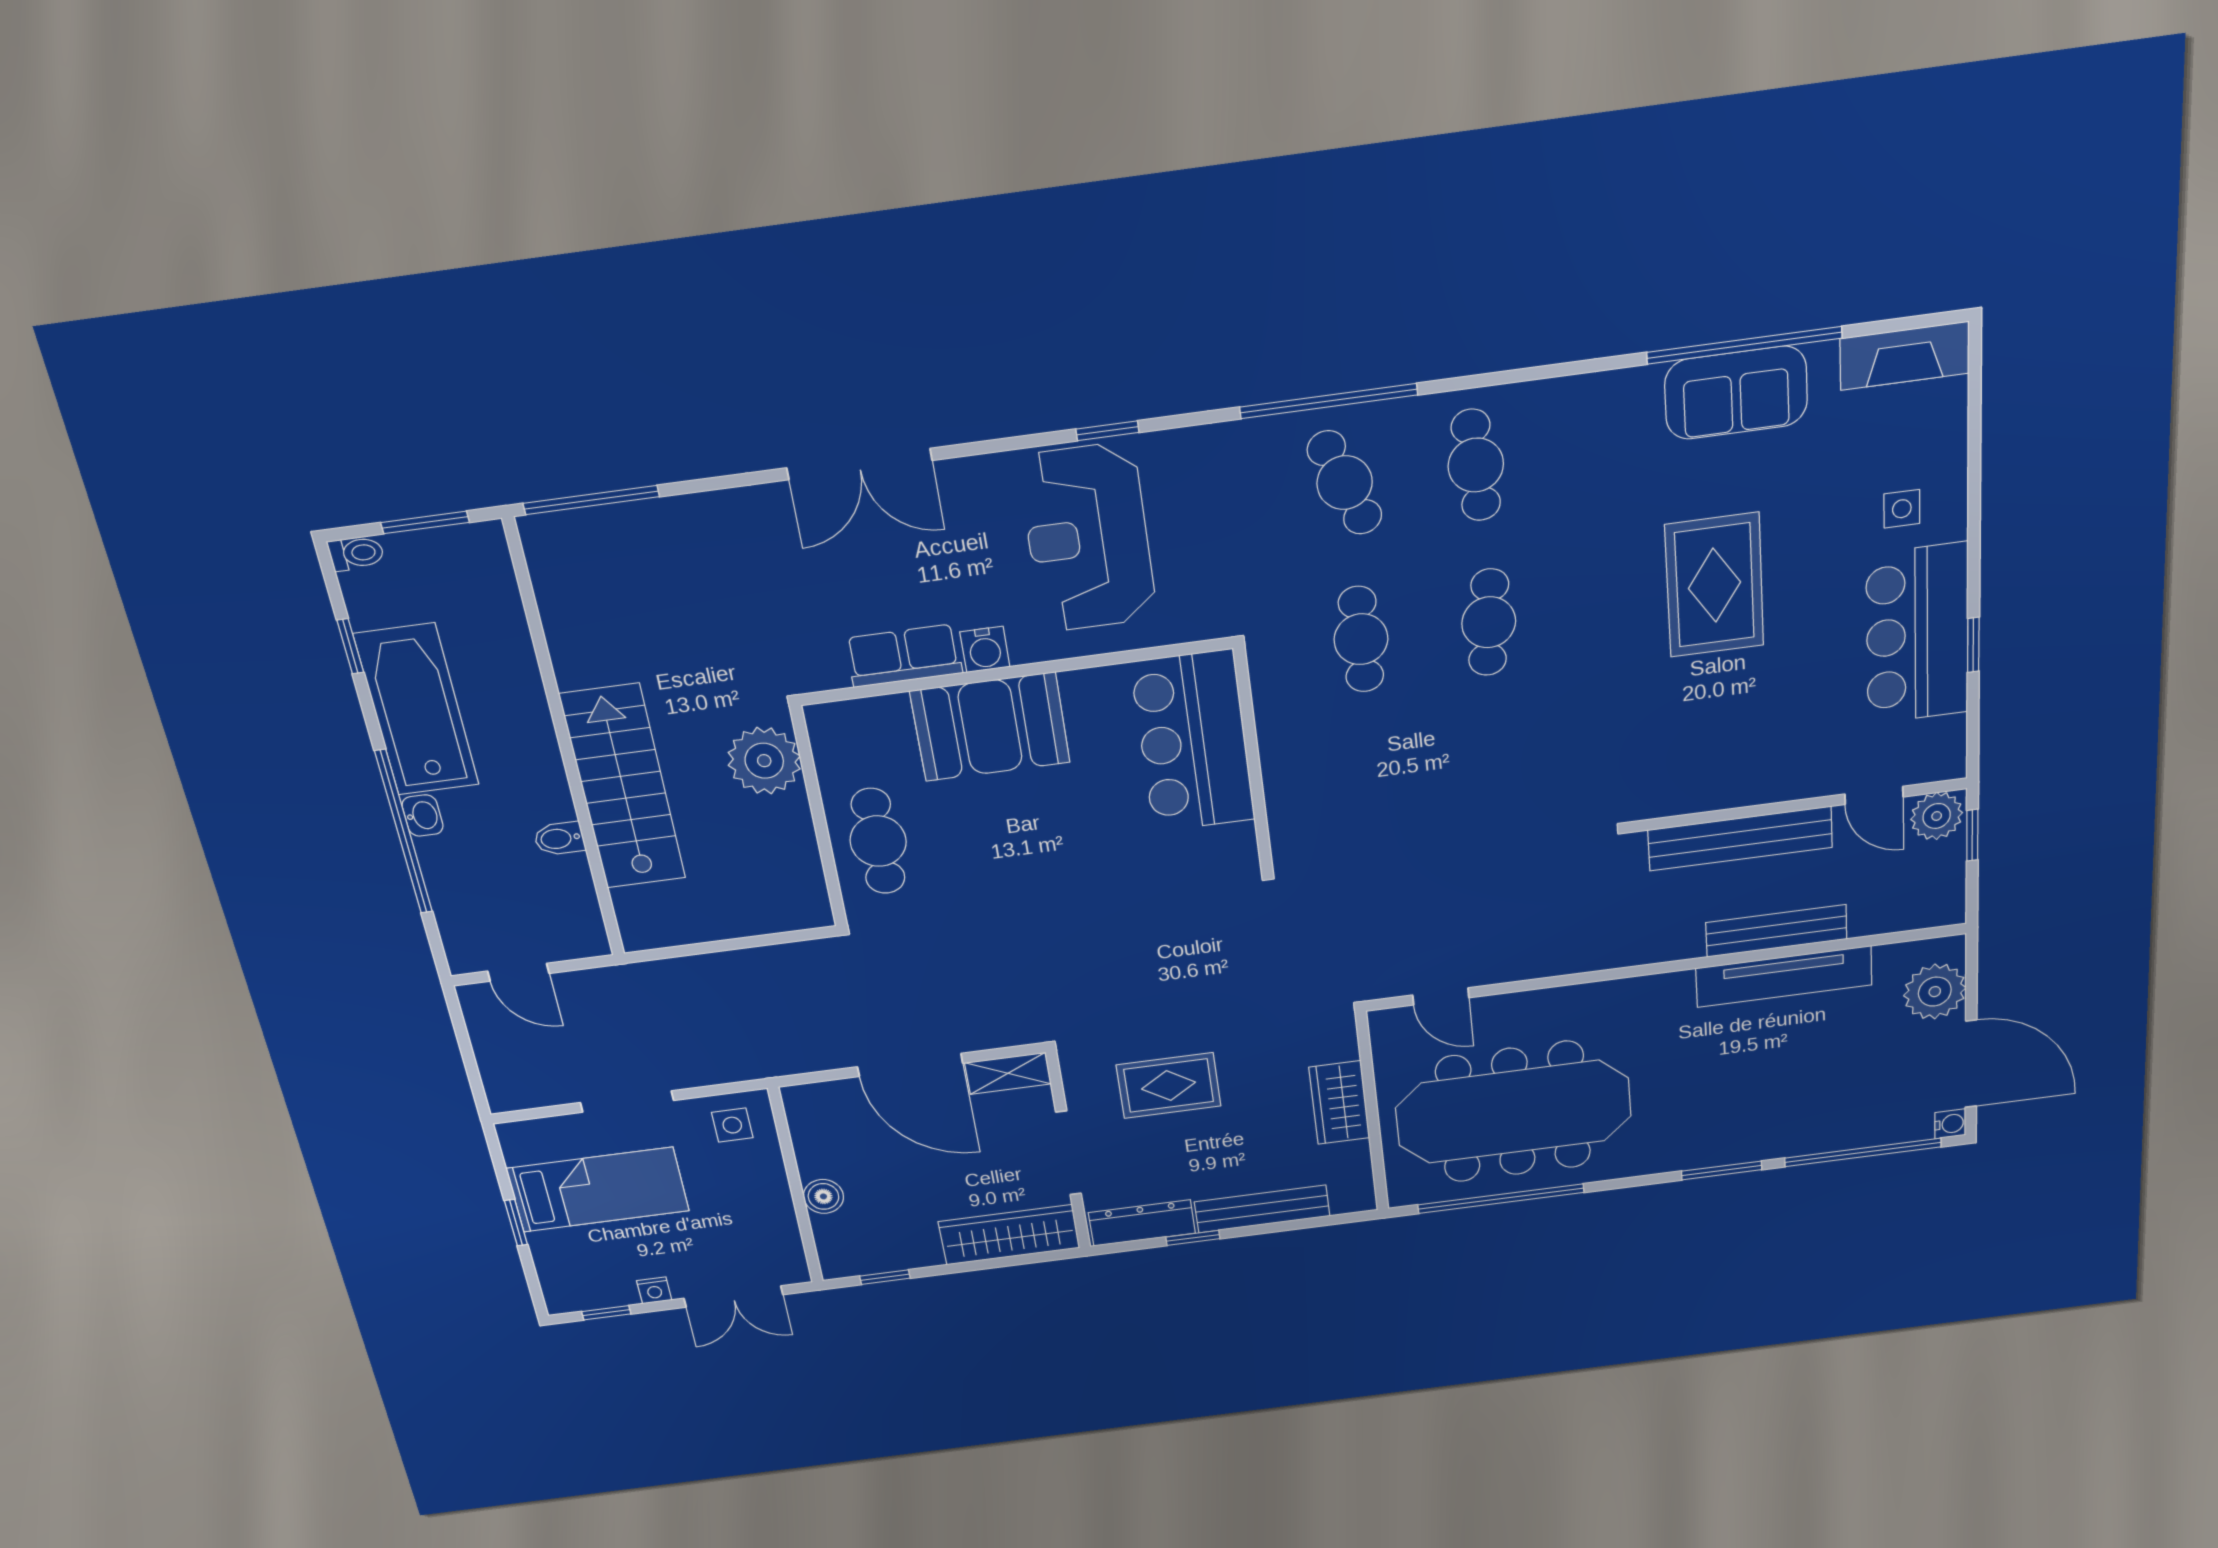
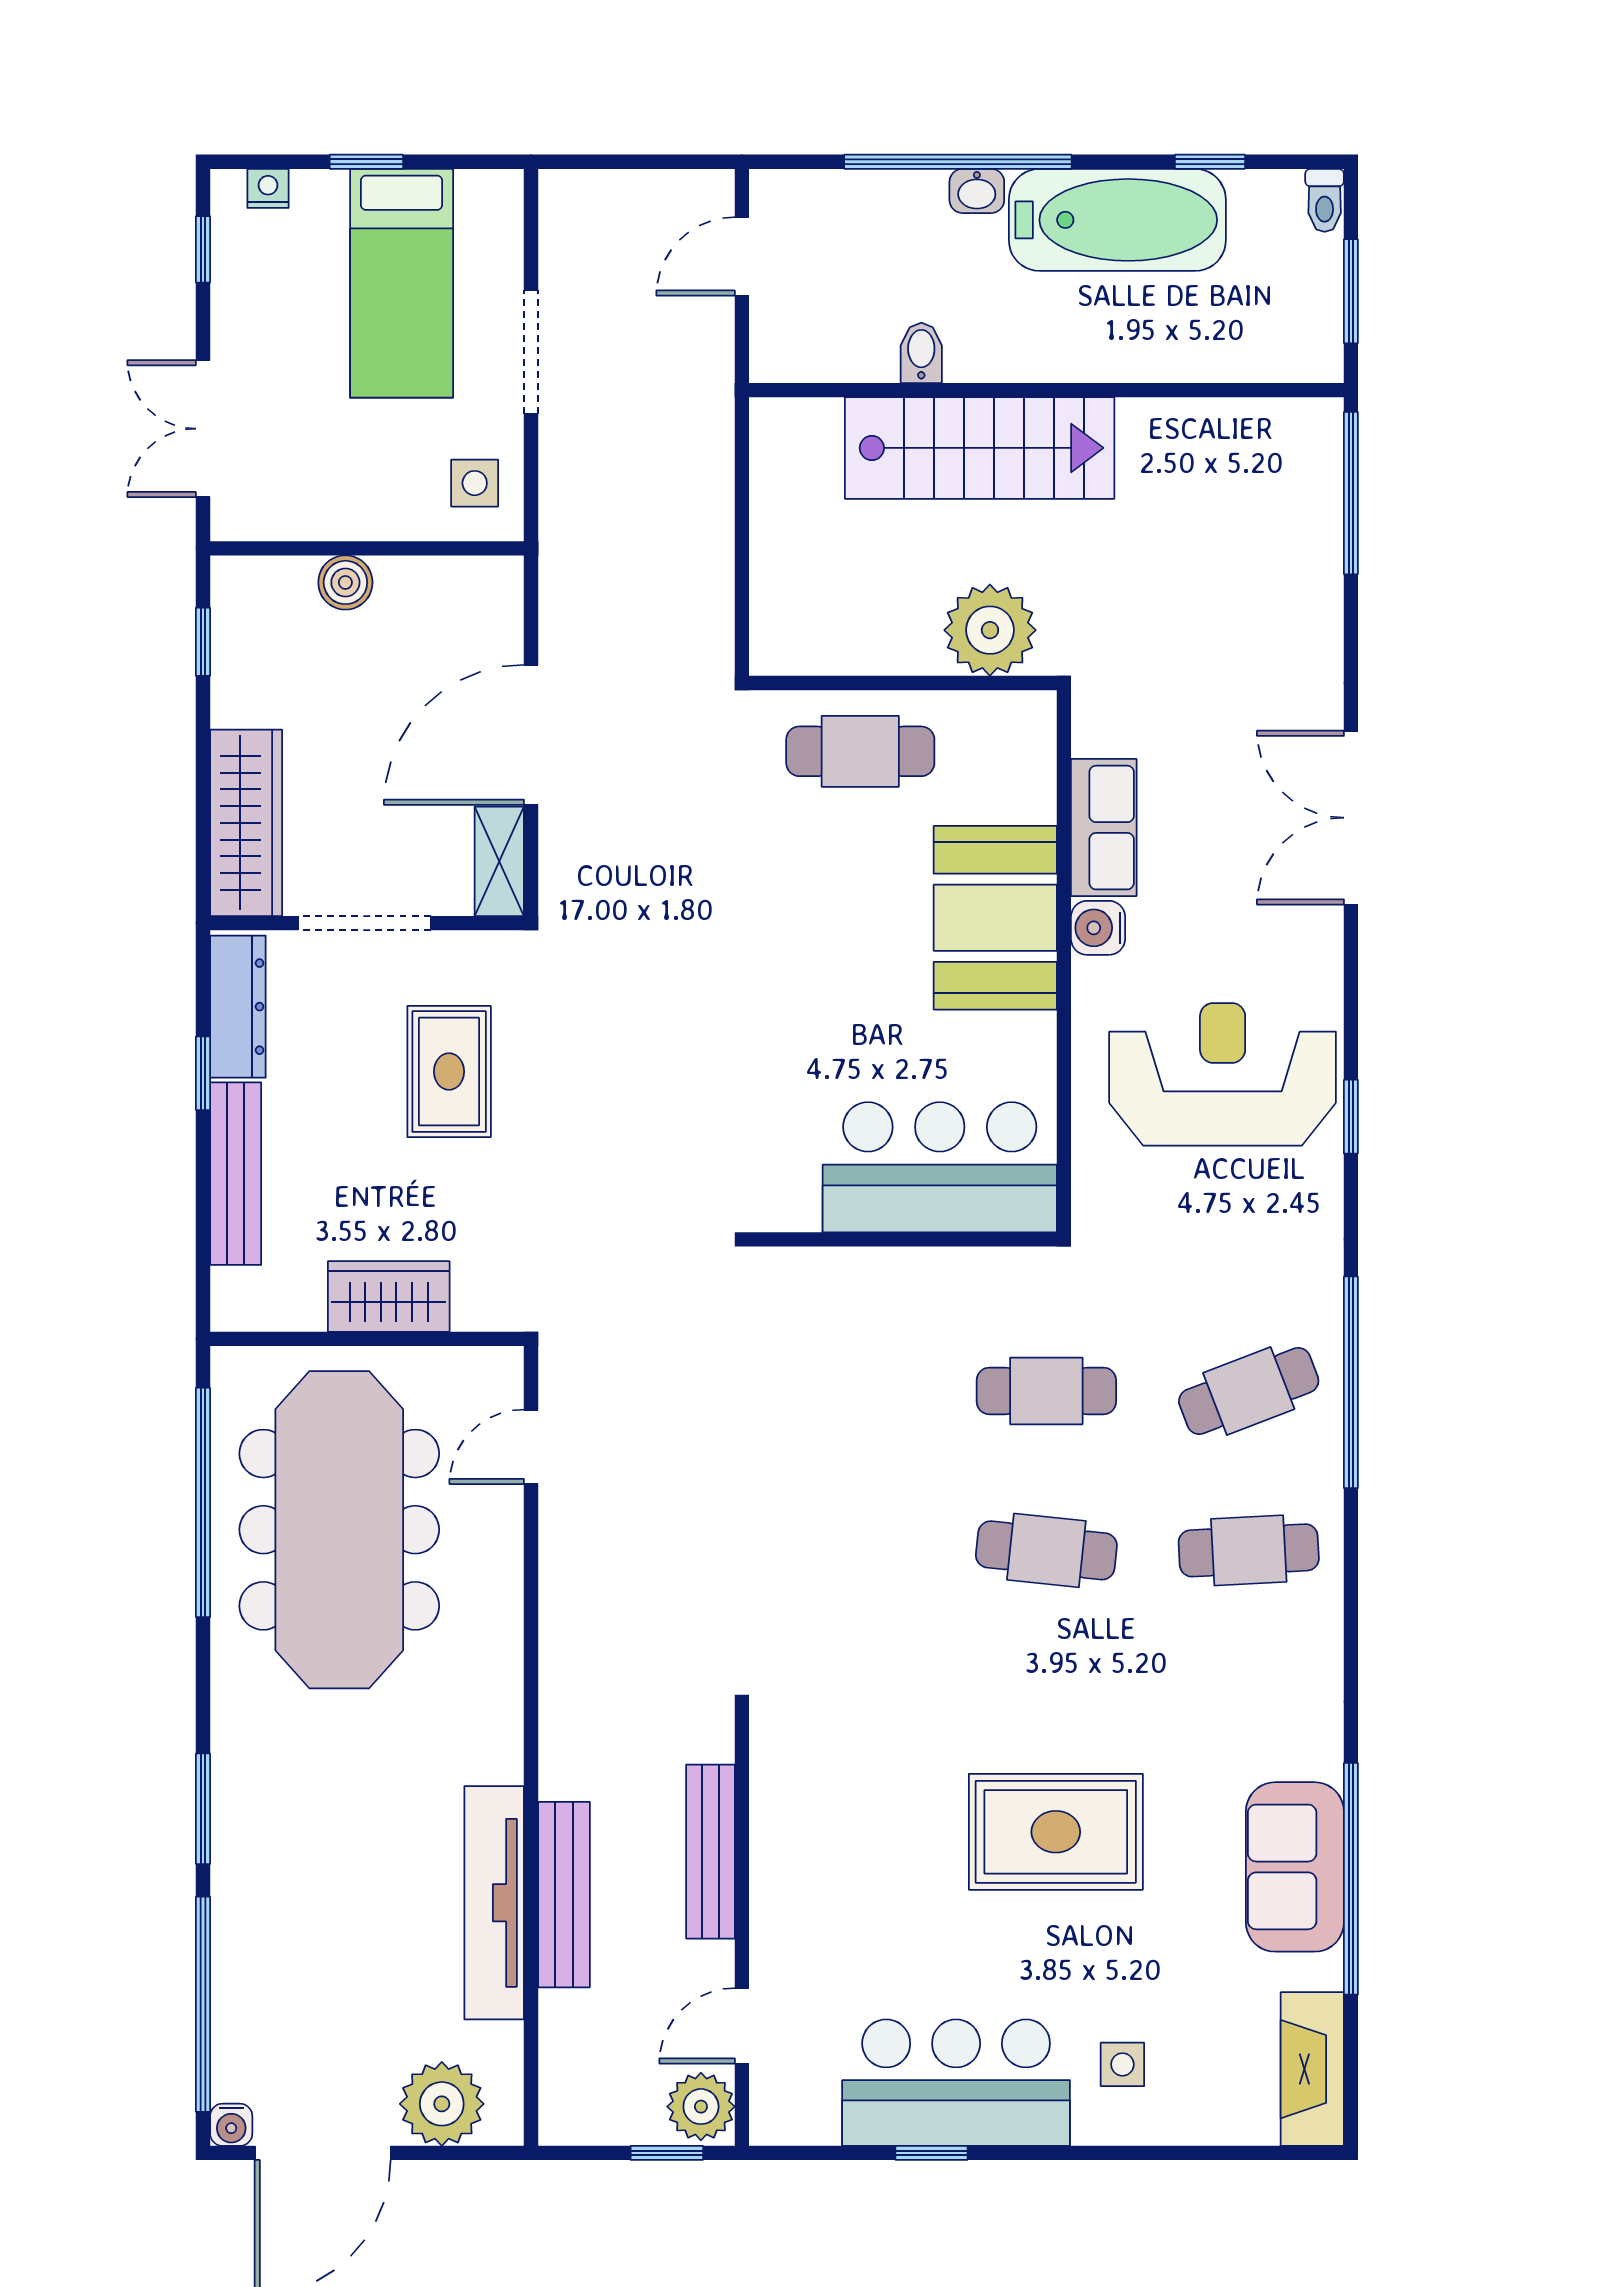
bench: (1740, 839) -> (710, 1852), width x0.73, depth x0.82
nightstand: (654, 1290) -> (268, 188), moved, turned 90

